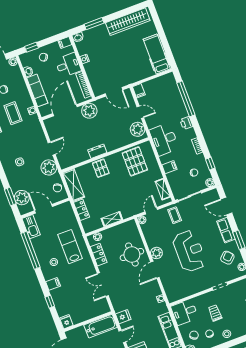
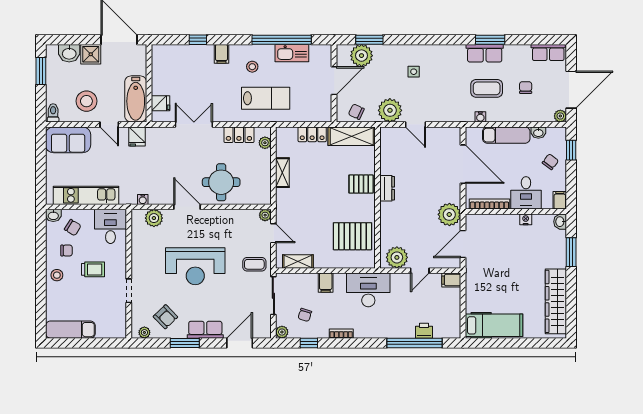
plant: (89, 111) -> (449, 214), moved
printer: (186, 123) -> (424, 331), moved
kitchen sink: (31, 227) -> (292, 53), moved
plant: (156, 253) -> (154, 218), moved
fridge: (66, 322) -> (160, 103), moved

